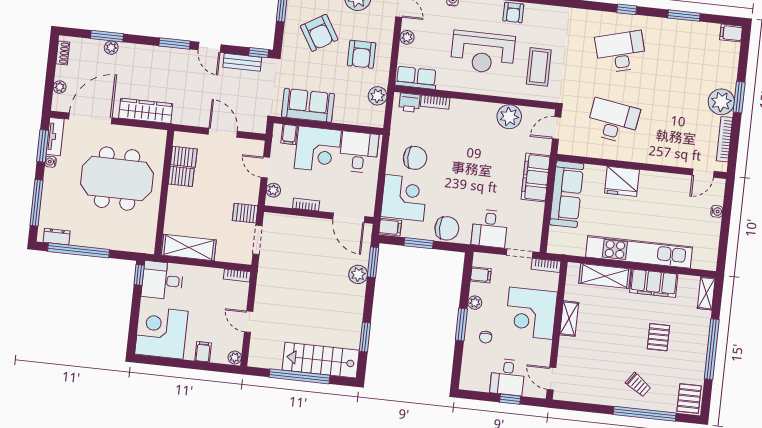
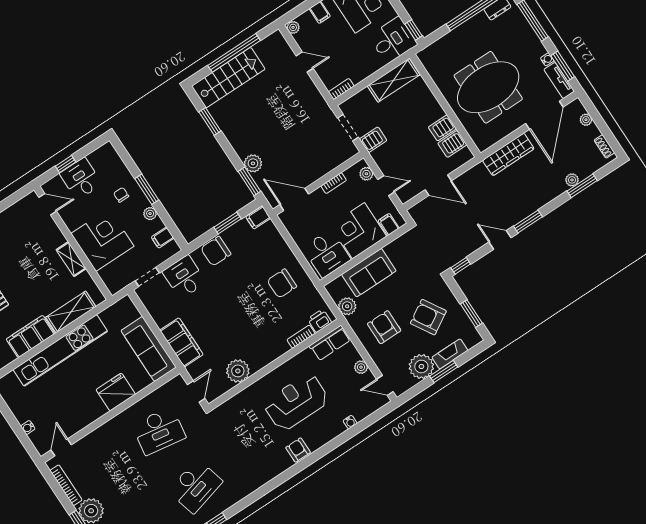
bench: (242, 62) -> (467, 249), removed
coffee table: (539, 67) -> (246, 425), removed
sofa: (308, 105) -> (369, 273), moved
corner desk: (404, 198) -> (266, 248), removed
bookcase: (546, 265) -> (120, 284), removed

